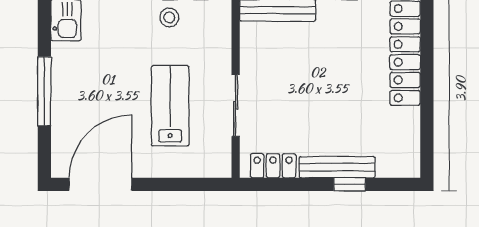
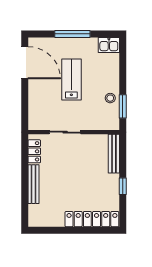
lab bench: (170, 106) -> (71, 80), moved, turned -90
window: (350, 184) -> (25, 191), removed

